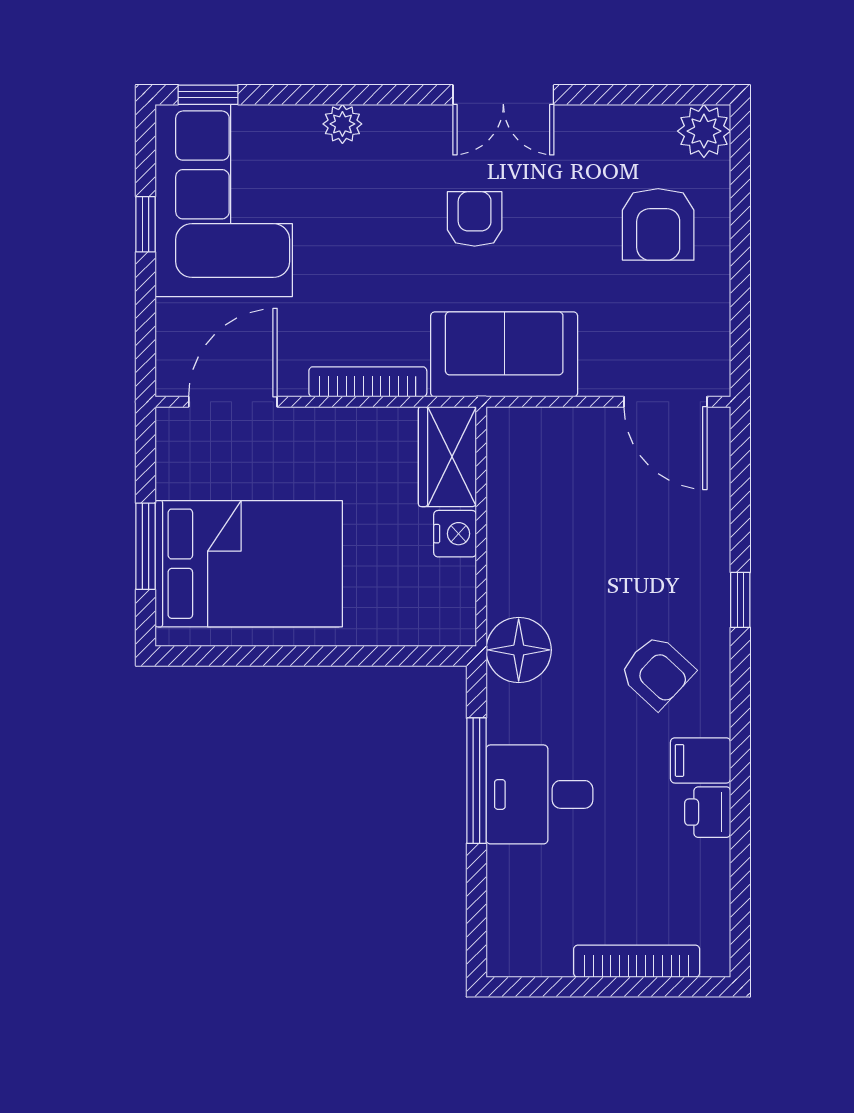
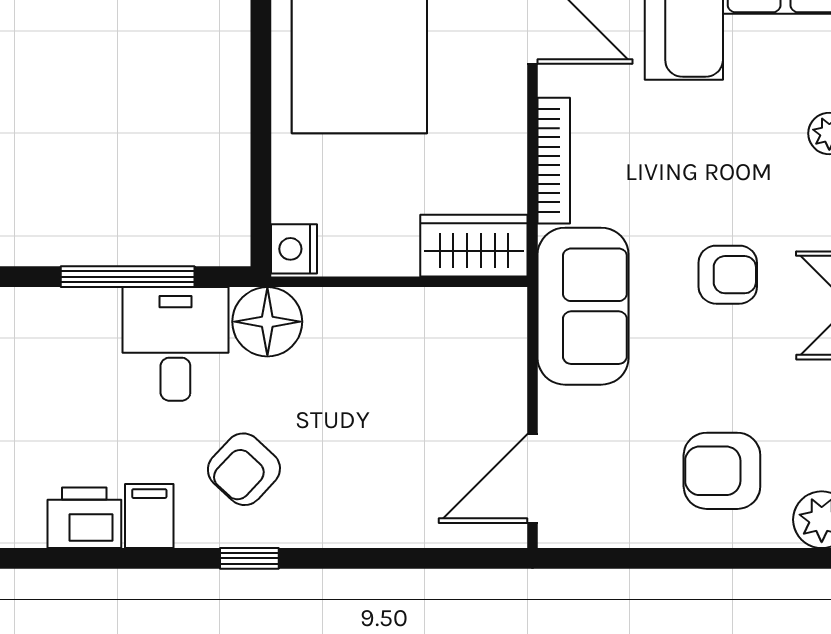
nightstand: (455, 534) -> (294, 249), moved, turned 90
window: (740, 600) -> (249, 558), moved
desk: (539, 794) -> (175, 344), moved
printer: (708, 812) -> (84, 518), width x1.36, depth x1.24

